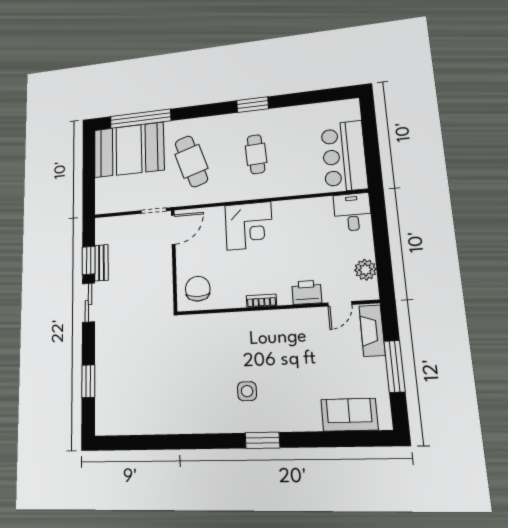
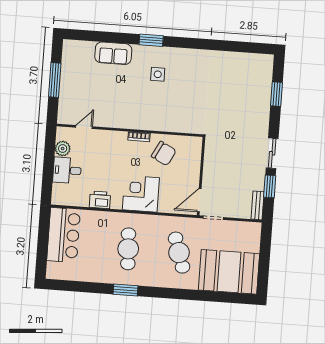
window: (141, 119) -> (217, 297), removed
cafe table: (256, 154) -> (128, 249), width x1.37, depth x1.35
desk: (352, 212) -> (67, 170), moved, turned 90
bench: (101, 263) -> (258, 205), moved
chair: (198, 289) -> (164, 153), moved, turned -63
printer: (307, 292) -> (100, 200), moved, turned 180
fireplace: (372, 331) -> (65, 106), removed
sofa: (349, 415) -> (113, 53), moved

